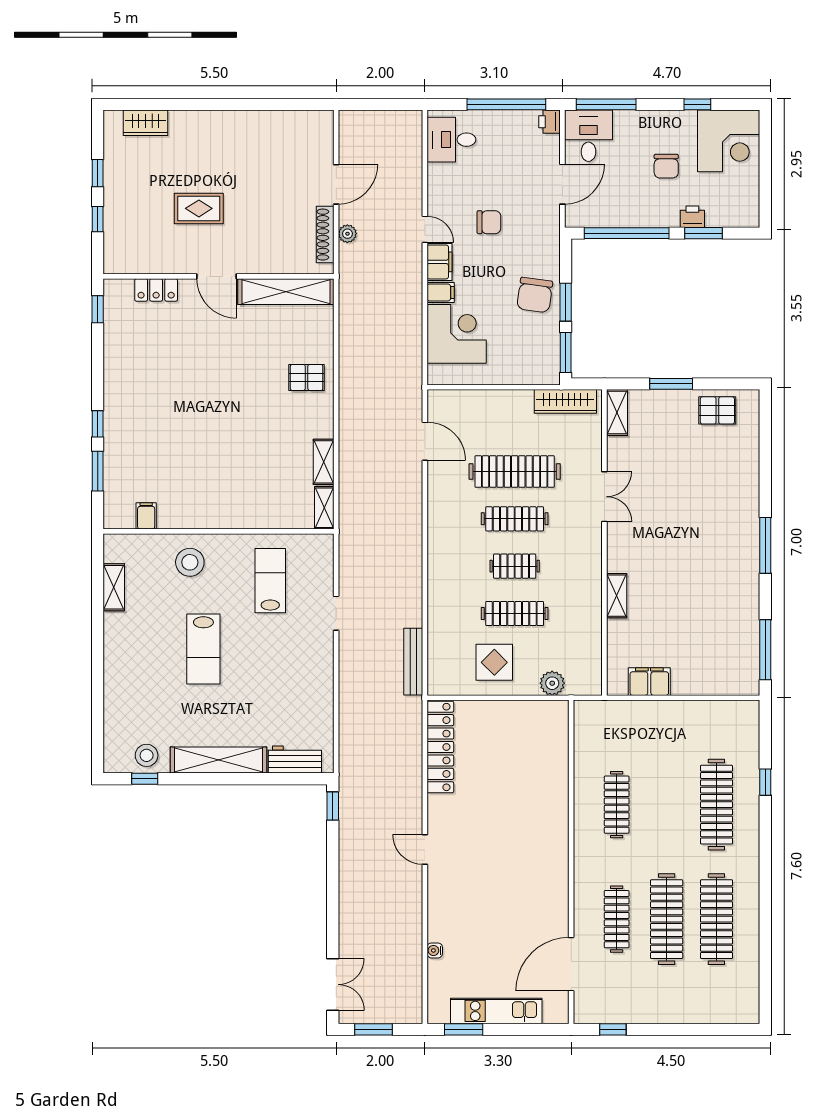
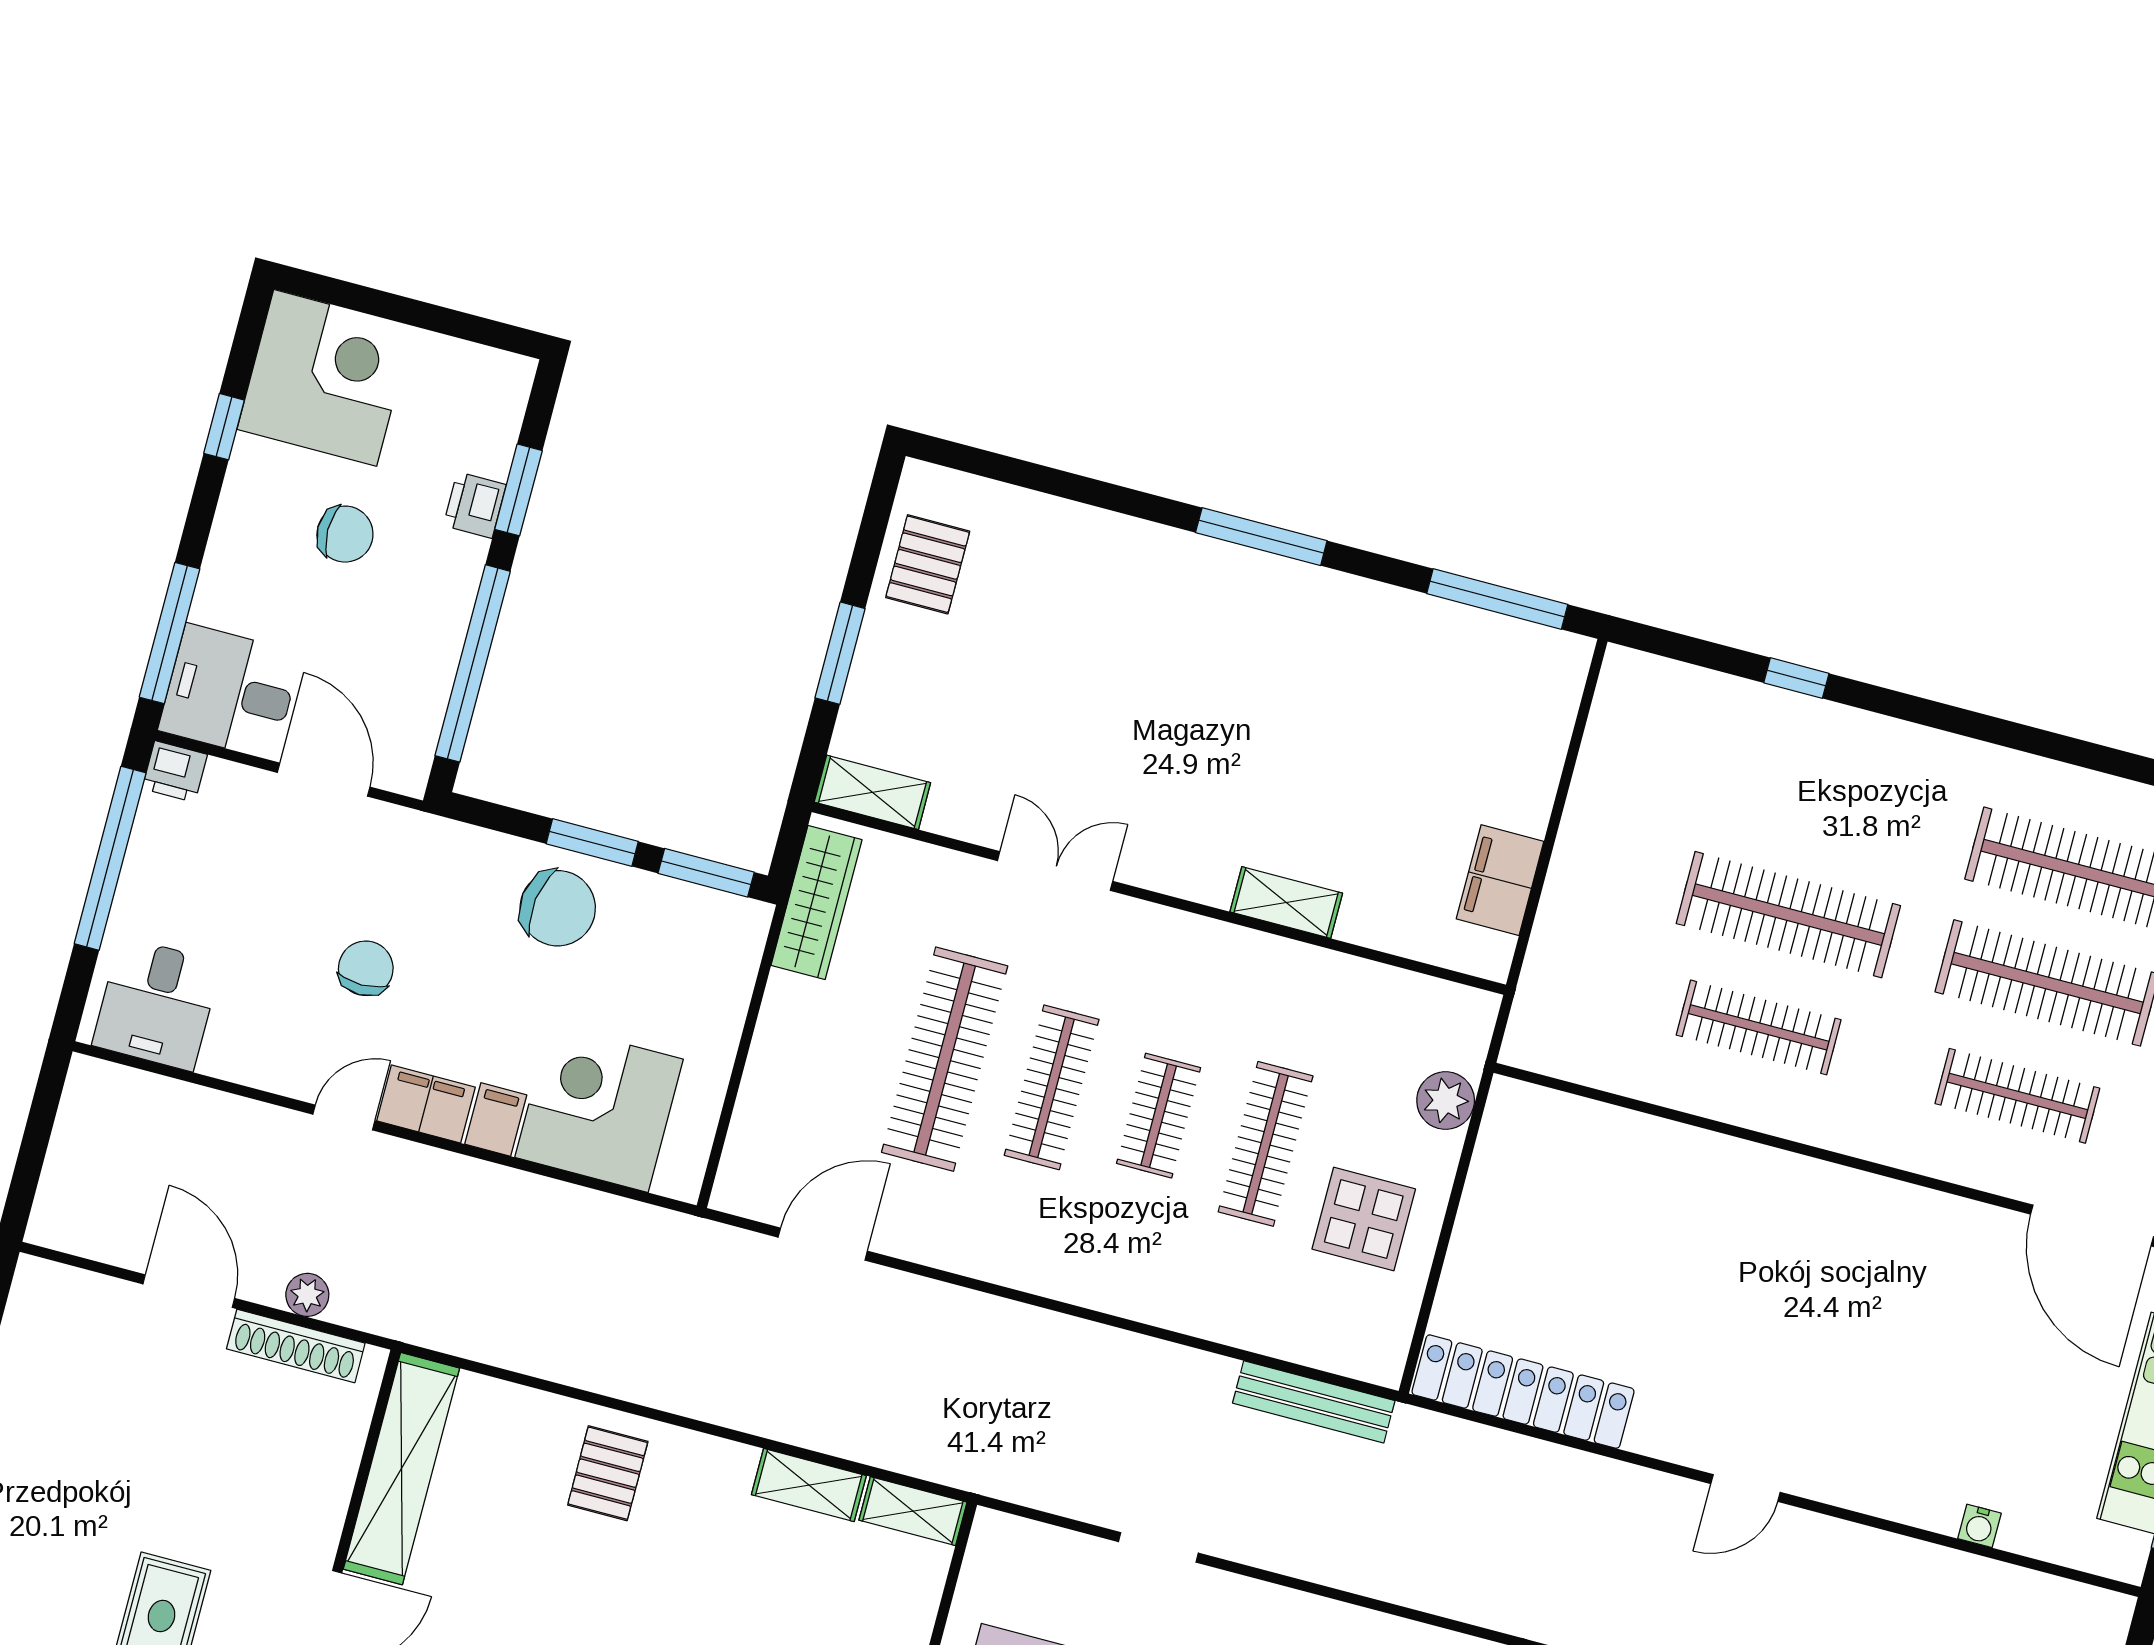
clothes rail: (716, 805) -> (1788, 915), moved

